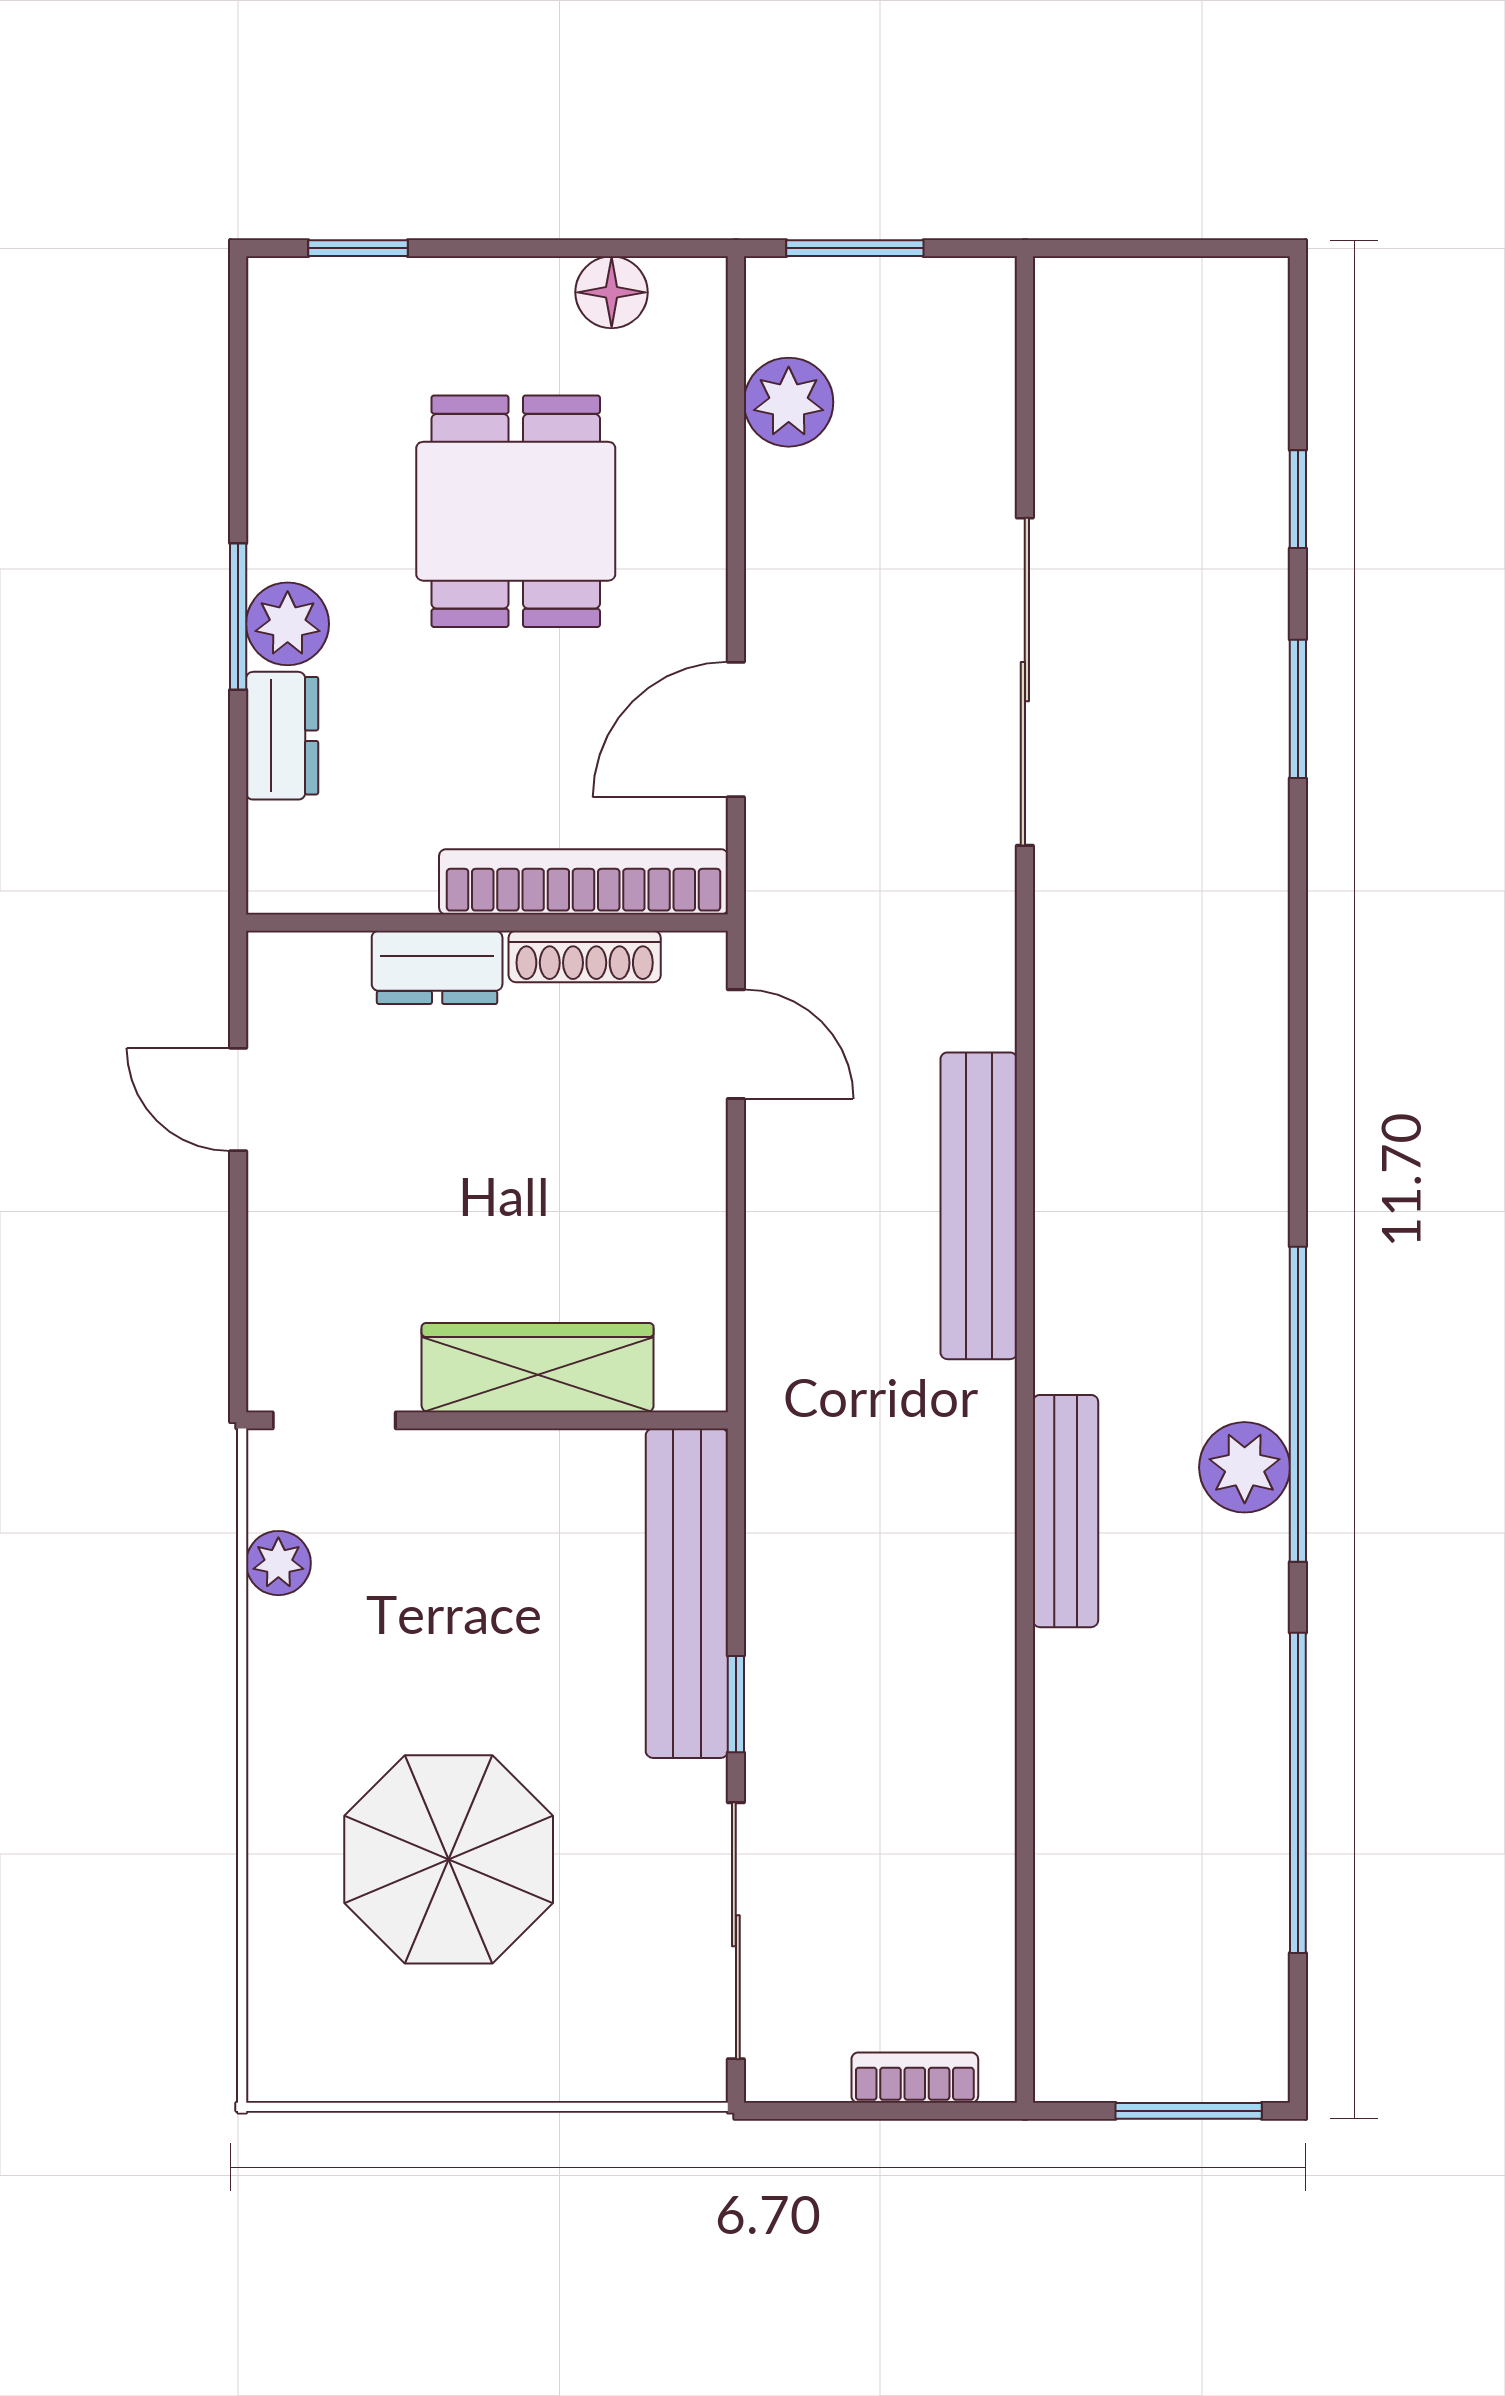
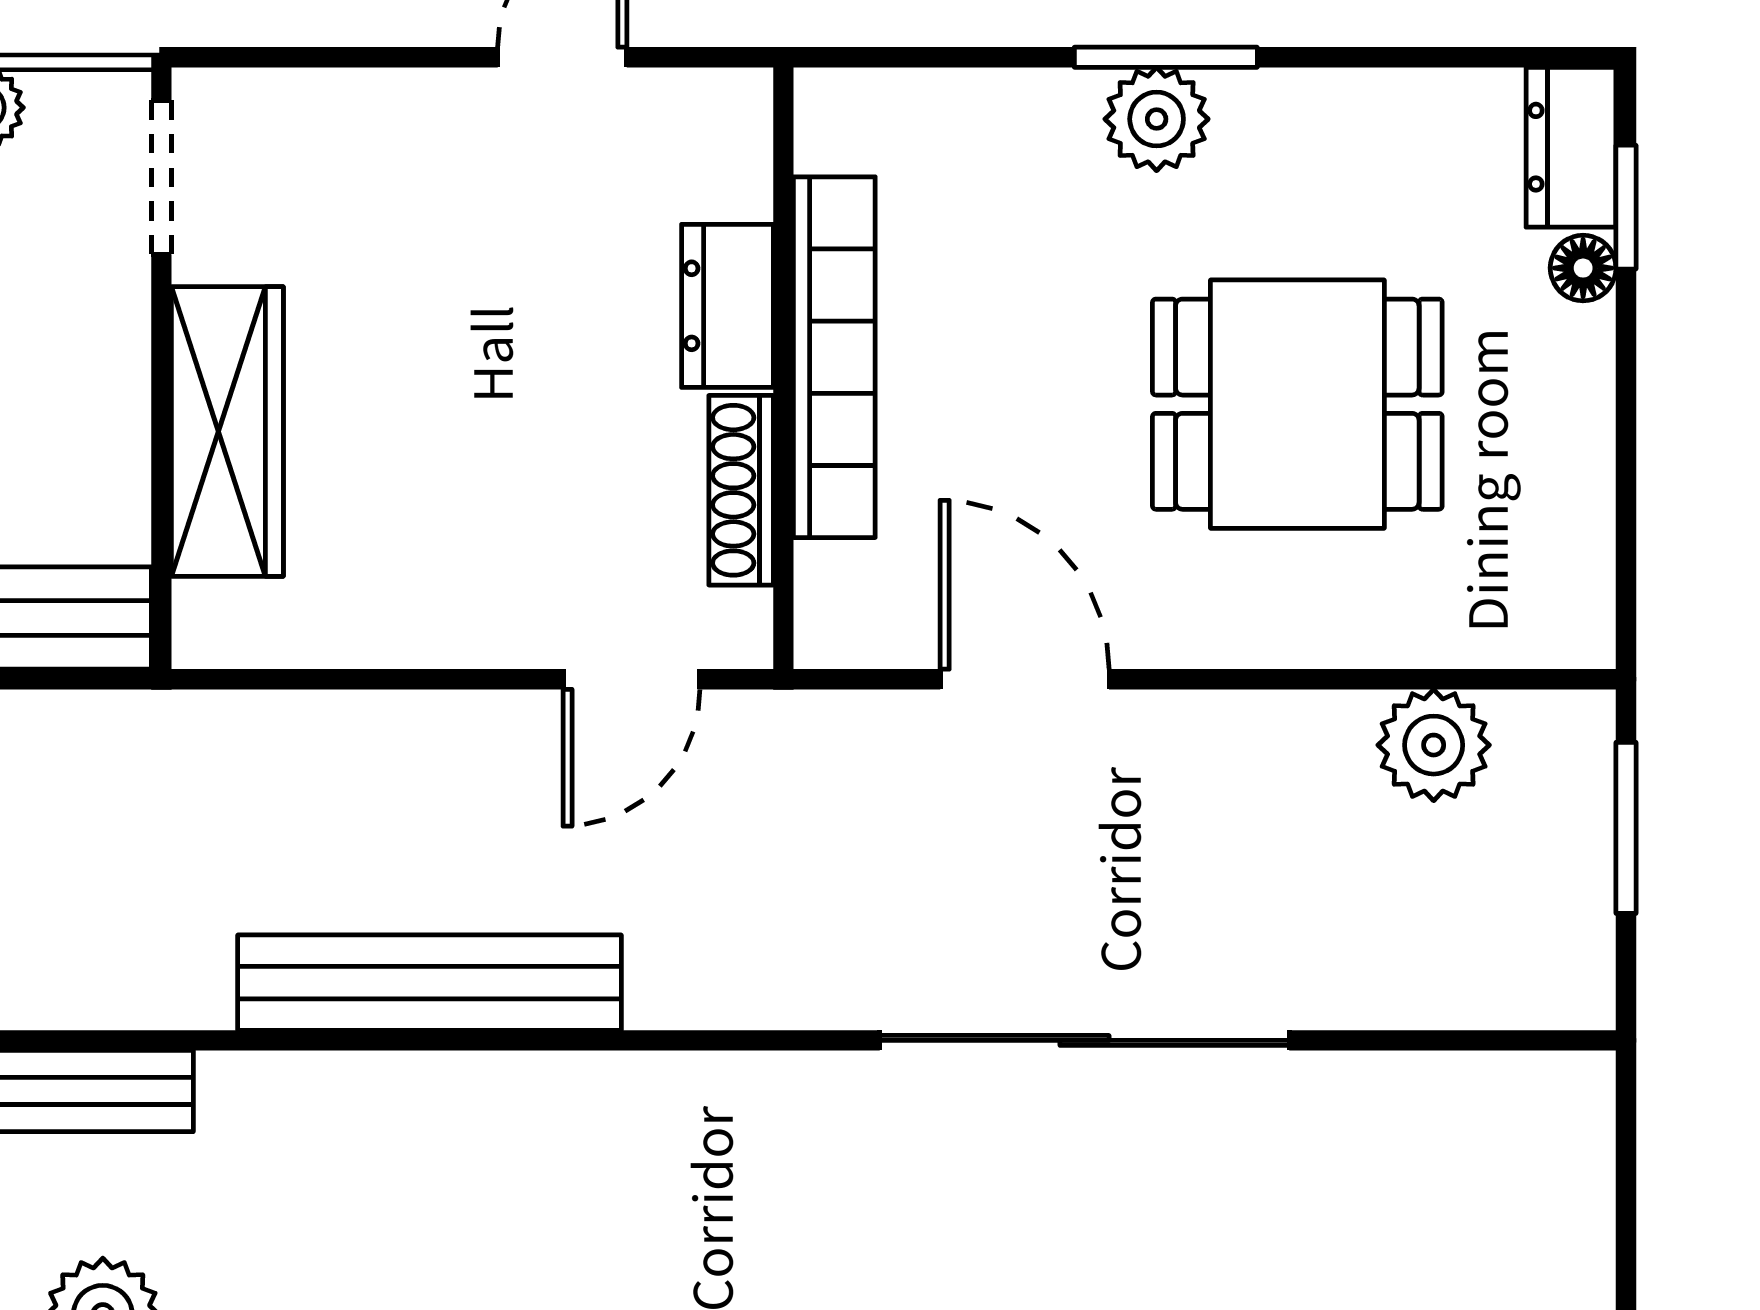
floor lamp: (612, 292) -> (1583, 268), moved, width x0.73, depth x0.73
dresser: (282, 736) -> (1571, 147), moved, turned 90
bookcase: (584, 882) -> (834, 357), moved

